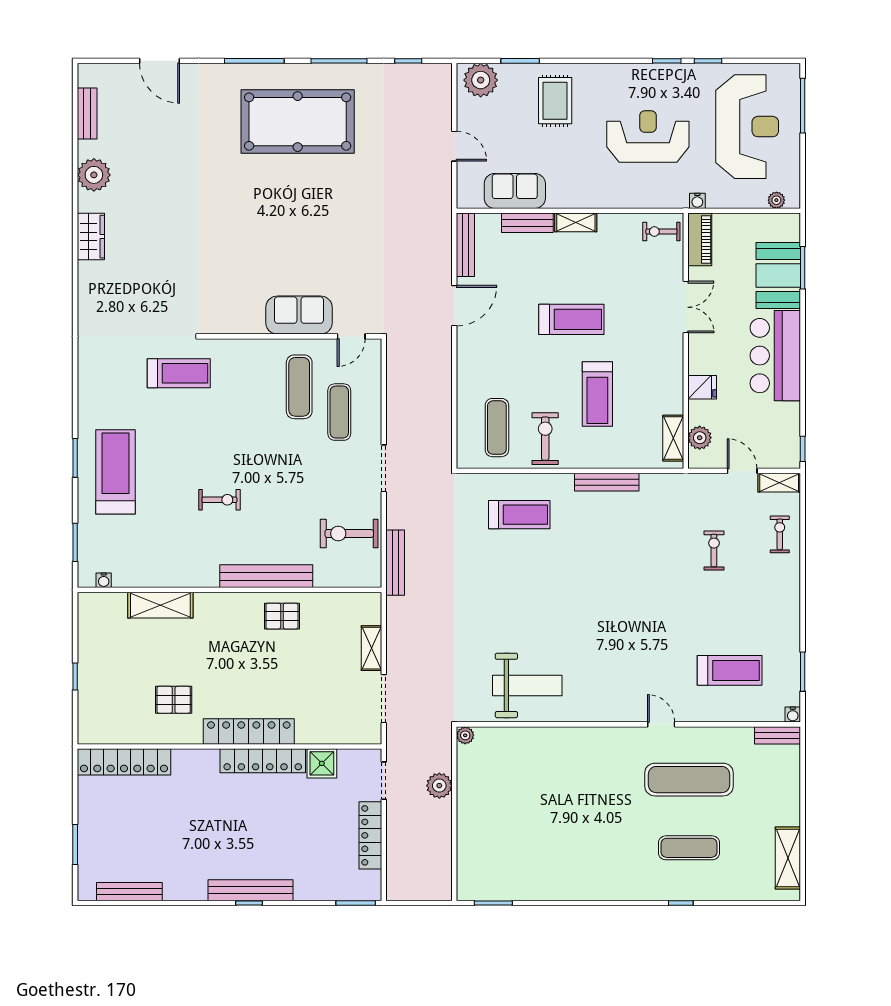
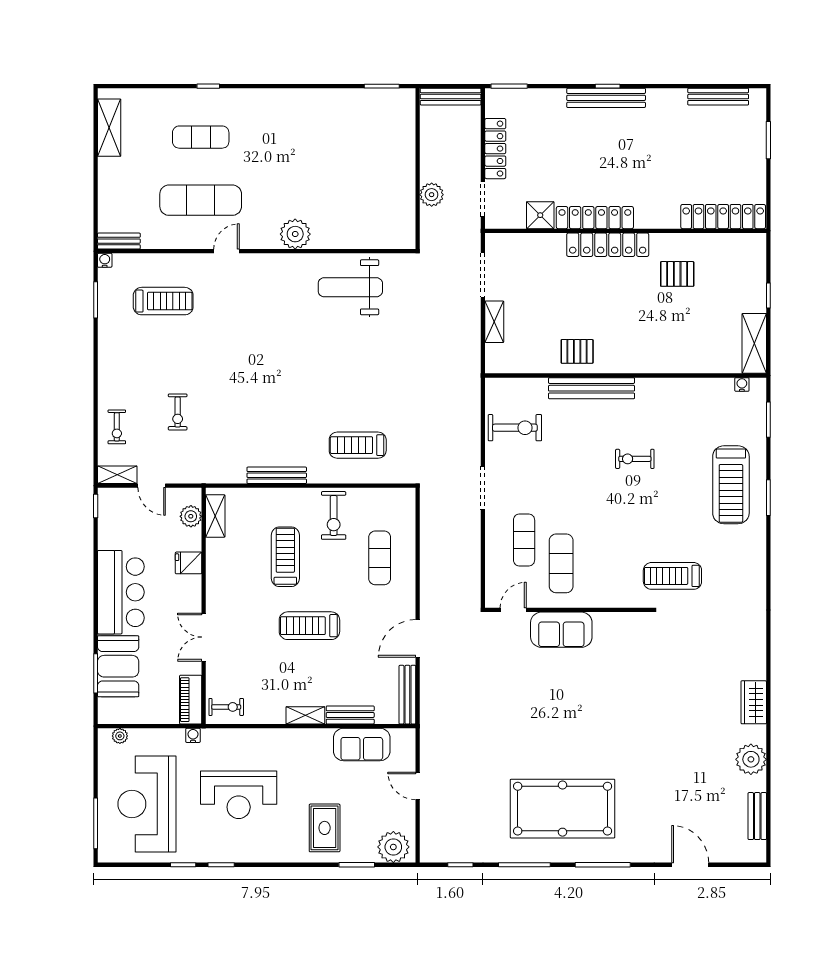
exercise mat: (497, 428) -> (380, 558), moved
bench: (395, 563) -> (451, 97), moved, turned 90
shelving: (160, 605) -> (754, 343), moved, turned 90
treadmill: (730, 670) -> (163, 301), turned 180
door: (661, 724) -> (227, 251), swing flipped
plant: (465, 735) -> (295, 234), moved, width x1.88, depth x1.88

